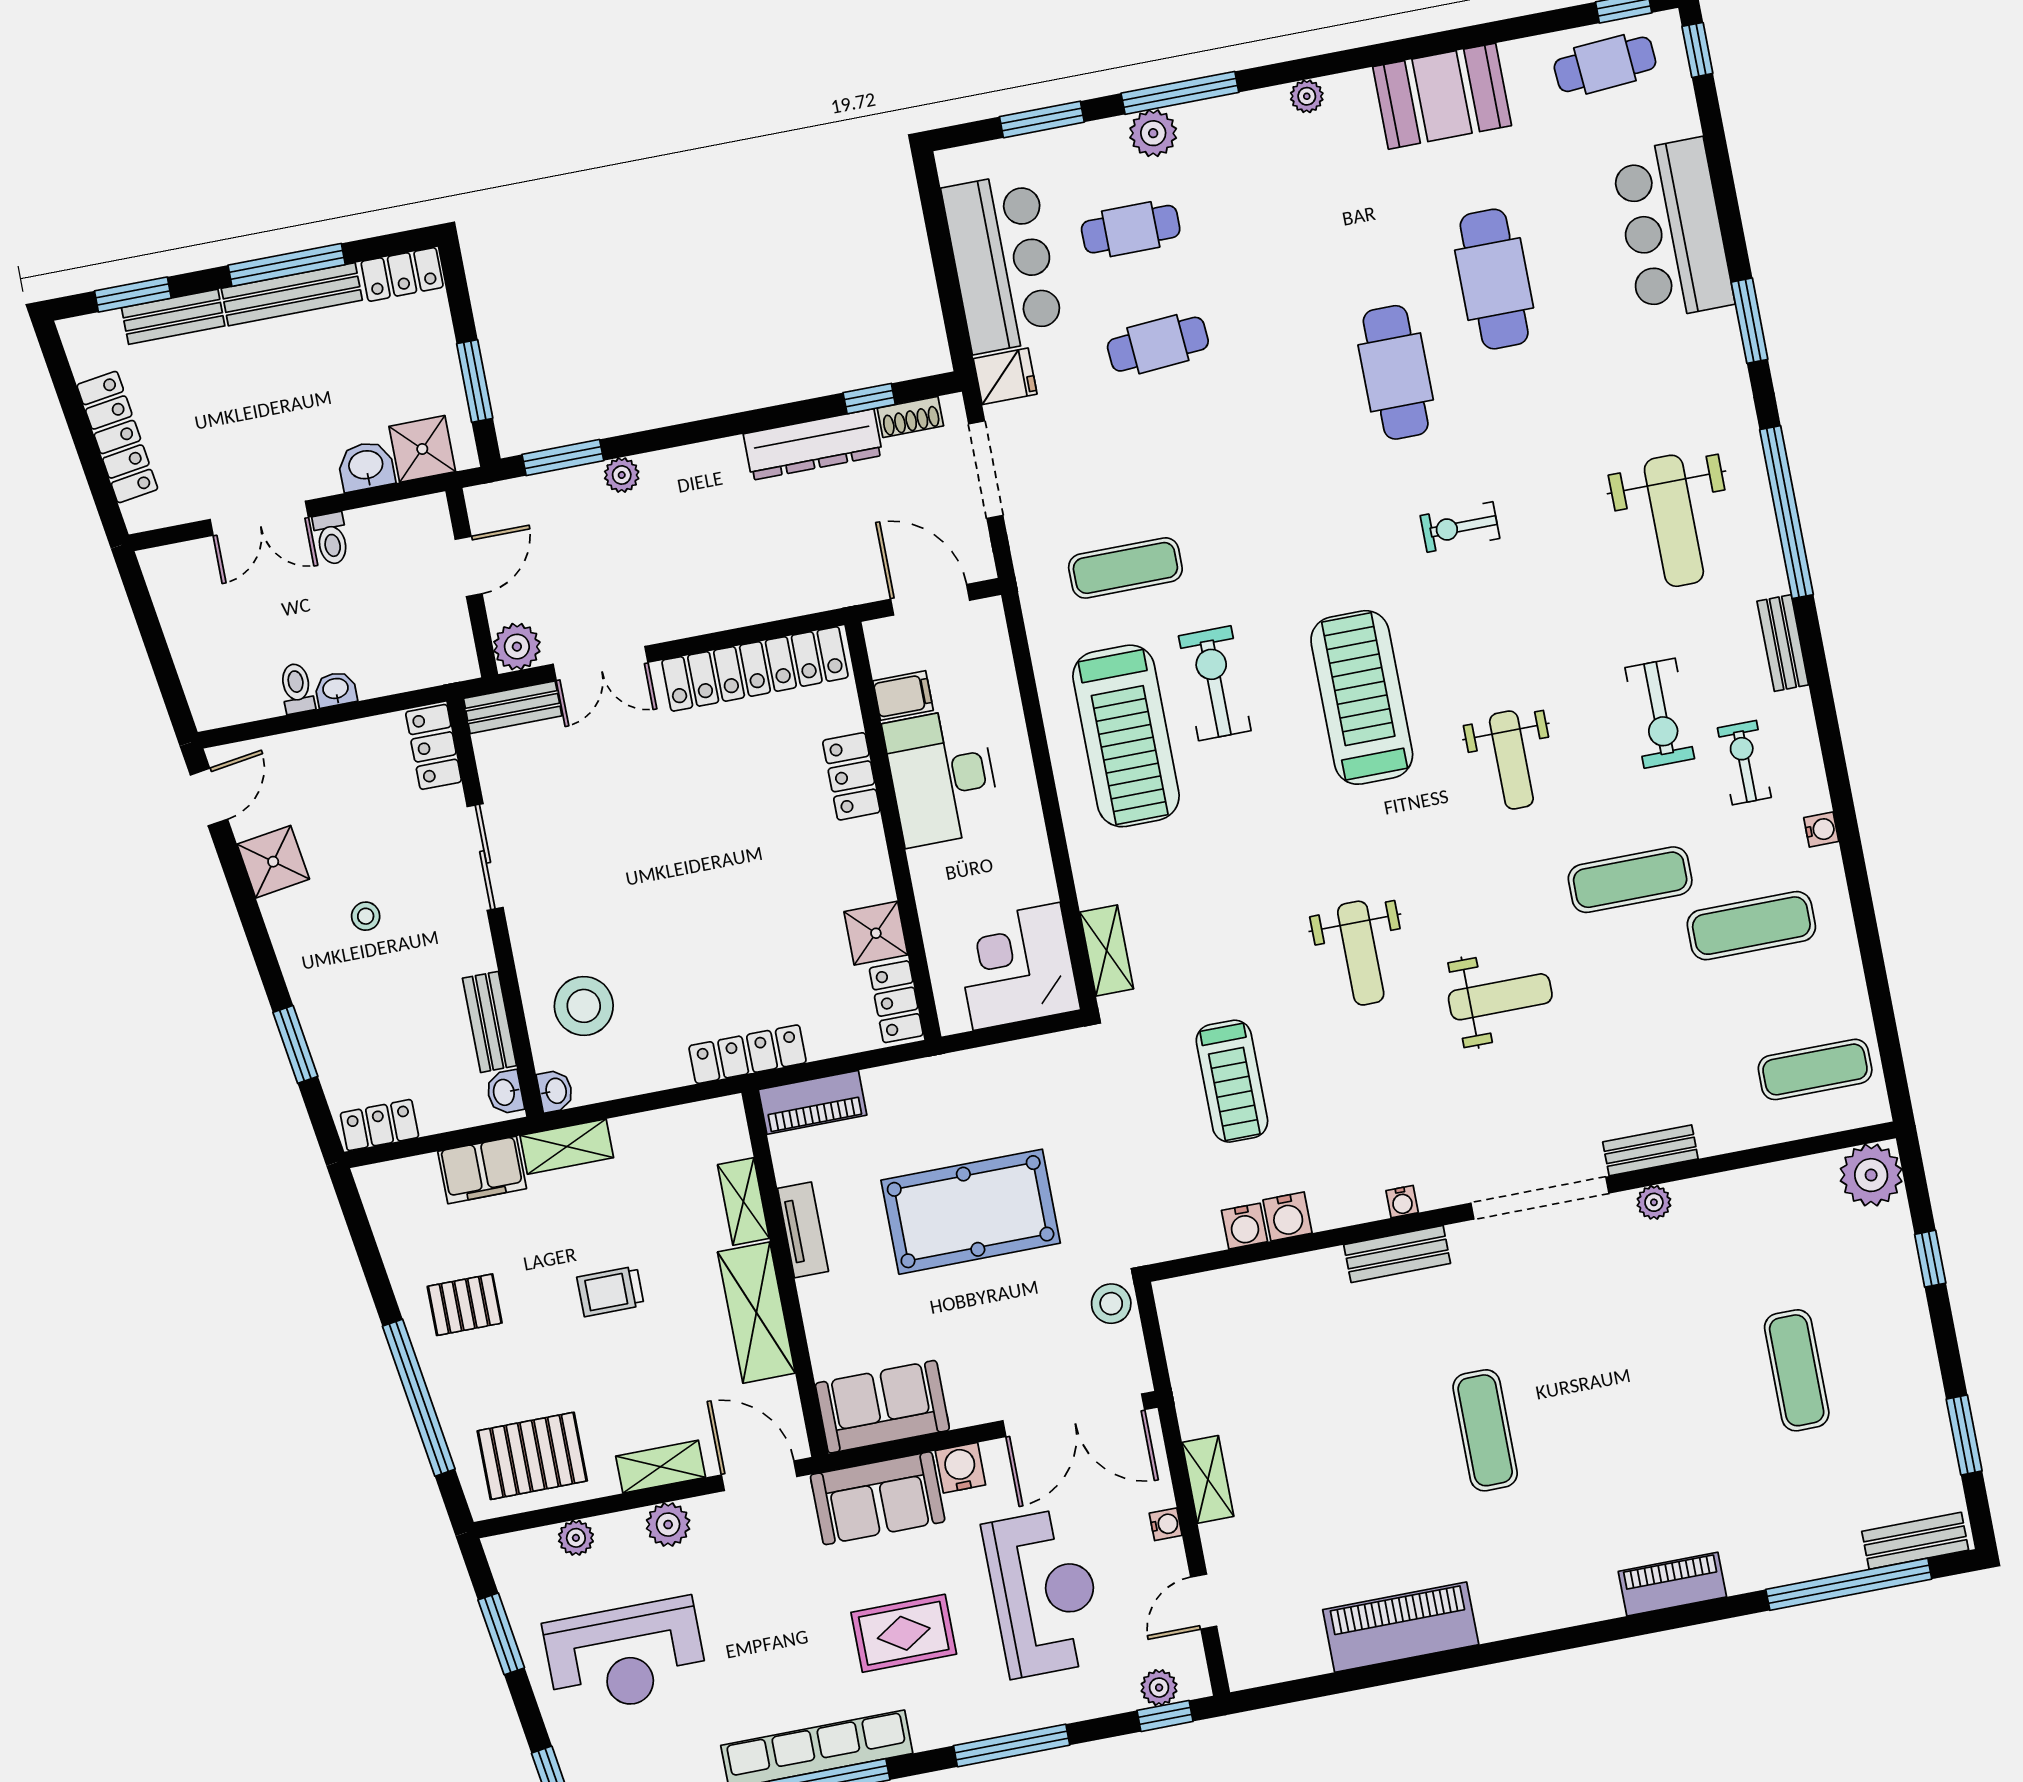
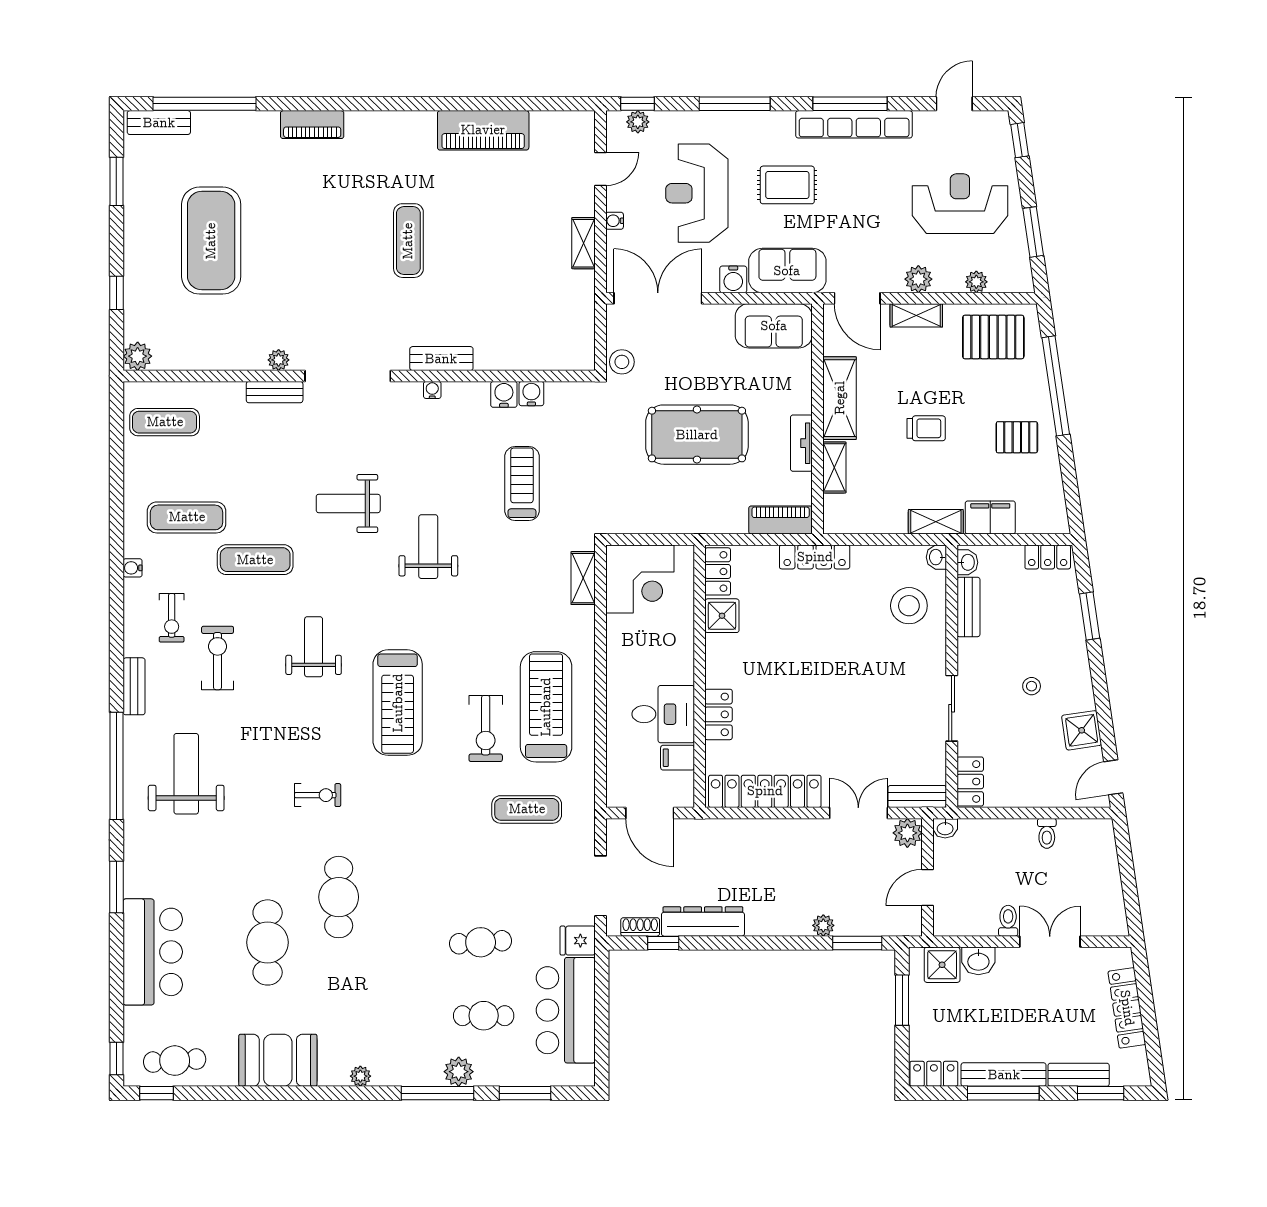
washbasin: (336, 689) -> (945, 828), moved
desk: (942, 777) -> (663, 714), width x0.73
plant: (1871, 1175) -> (138, 356), width x0.73, depth x0.73
exercise mat: (1797, 1370) -> (211, 241), width x2.00, depth x1.45

